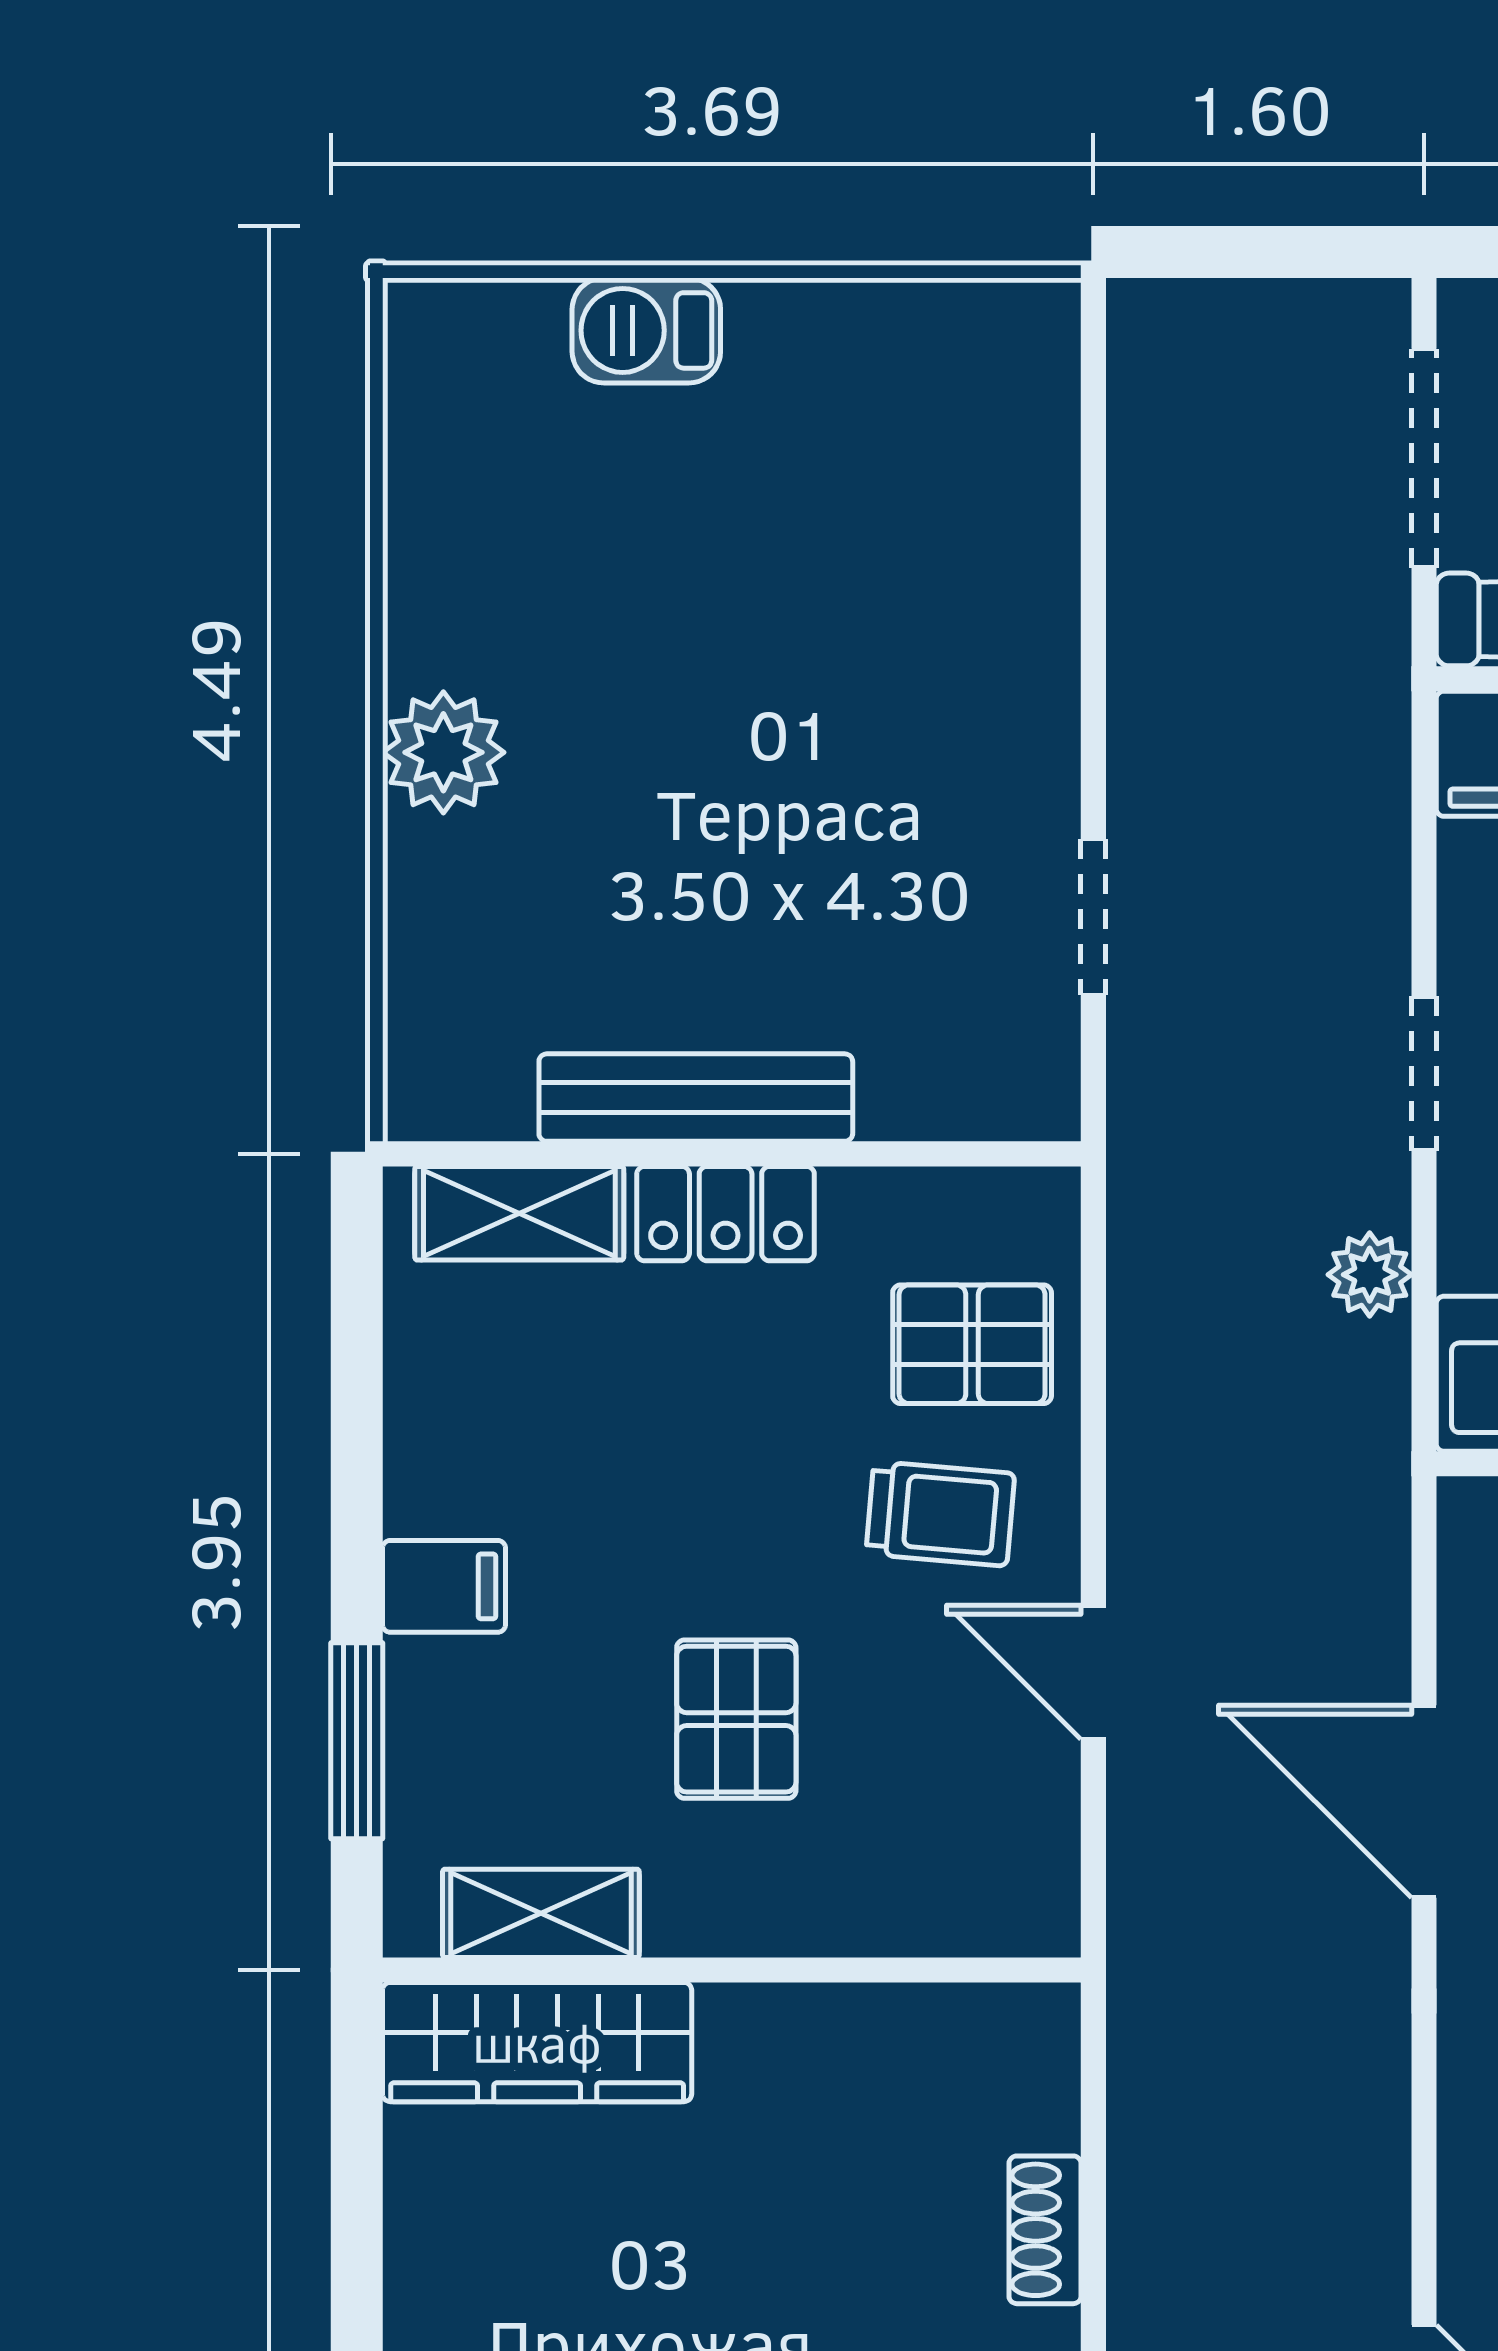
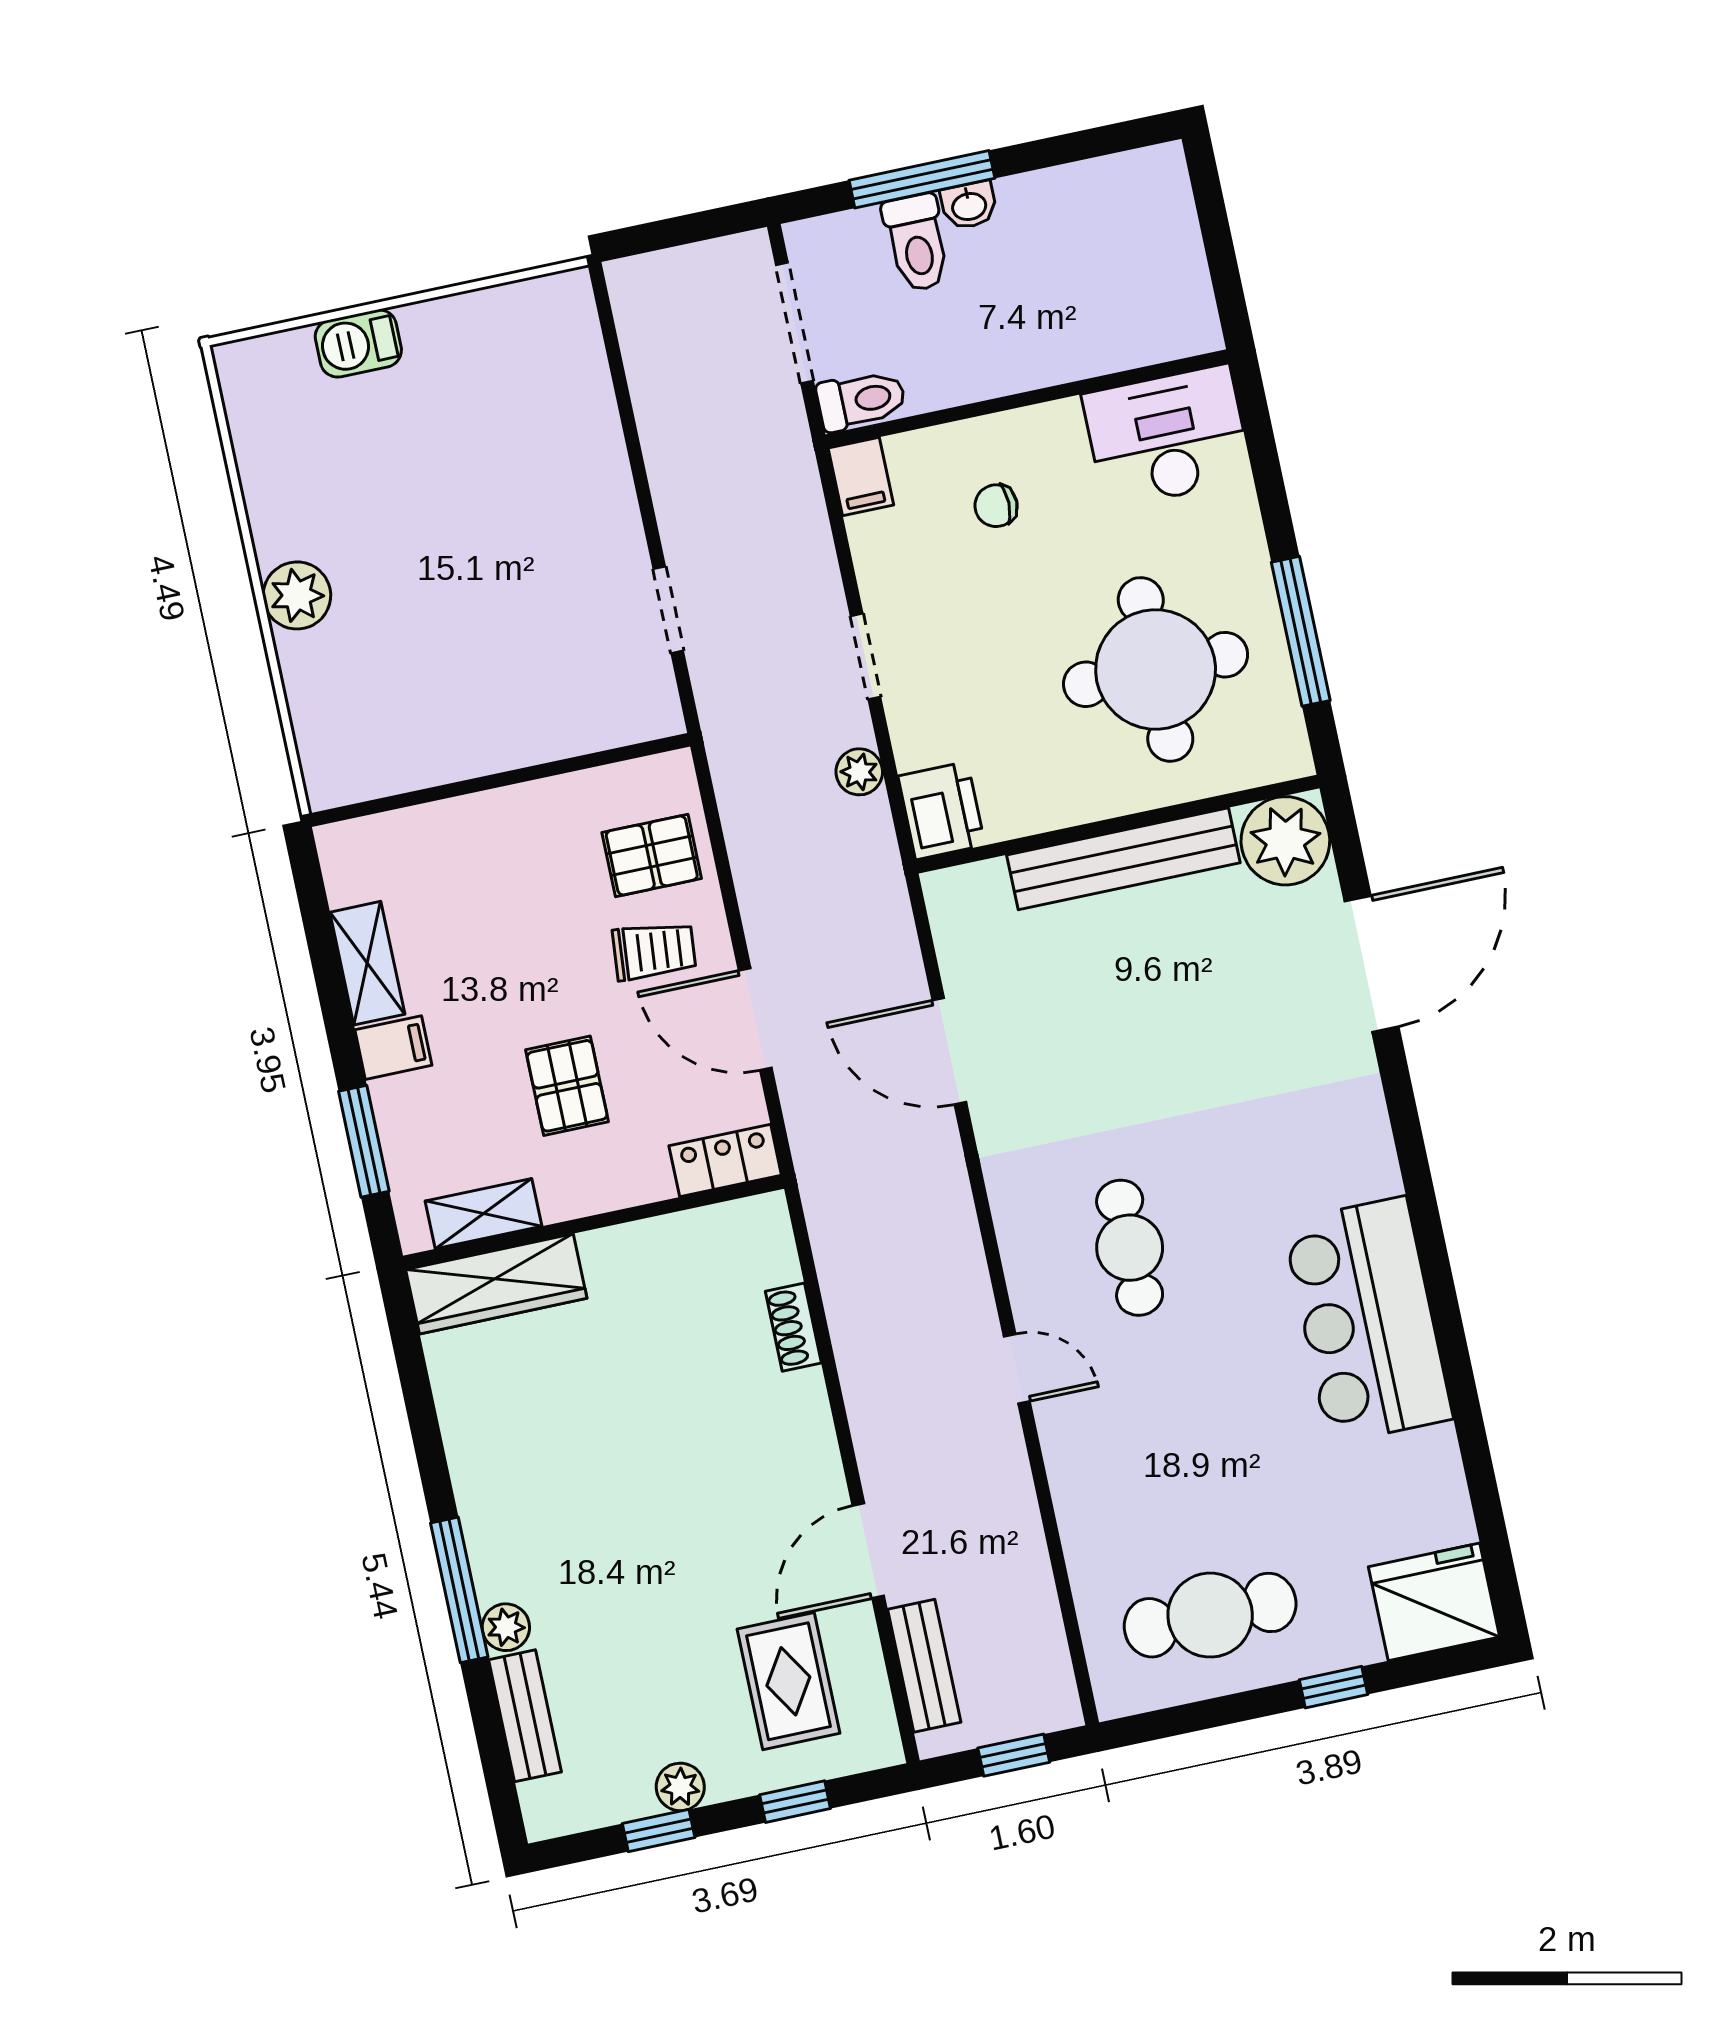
bench: (696, 1098) -> (474, 754), removed
shelving: (519, 1213) -> (367, 963), moved, turned 90
locker: (726, 1214) -> (725, 1160), moved, turned 180
door: (1093, 1672) -> (755, 1019), width x1.38

